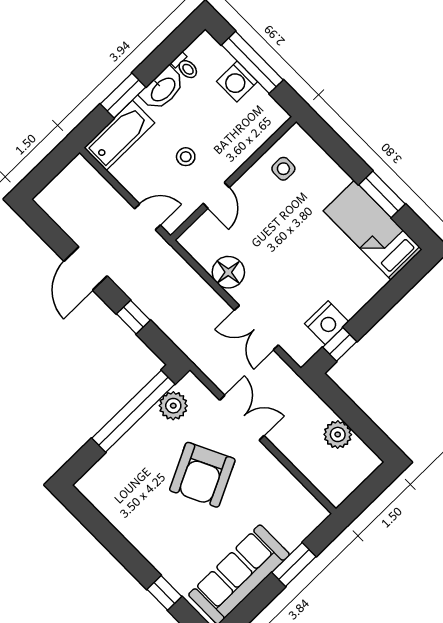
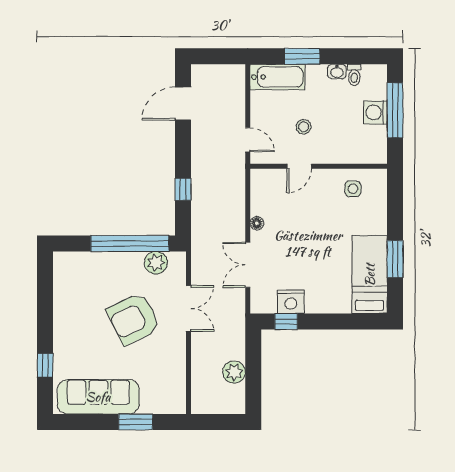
washbasin: (163, 89) -> (337, 71), width x0.52, depth x0.69
door: (86, 269) -> (183, 103), moved
floor lamp: (228, 272) -> (257, 223), width x0.53, depth x0.53

